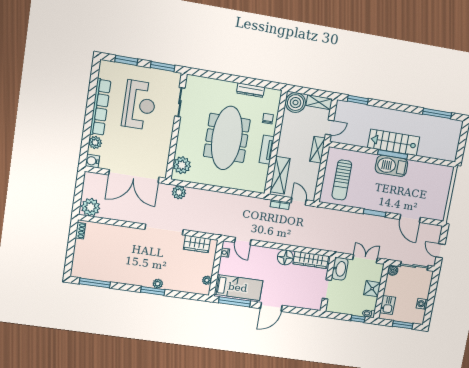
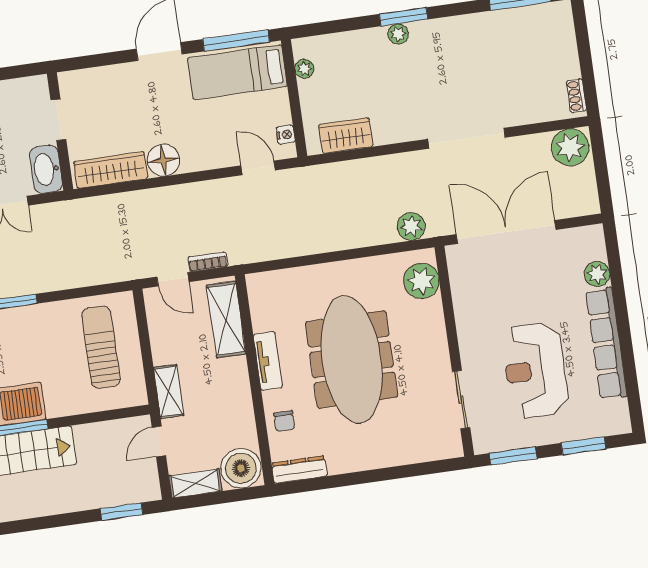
dresser: (251, 90) -> (299, 469), moved
water cooler: (92, 161) -> (592, 237), removed
doorway: (164, 230) -> (467, 138), moved

